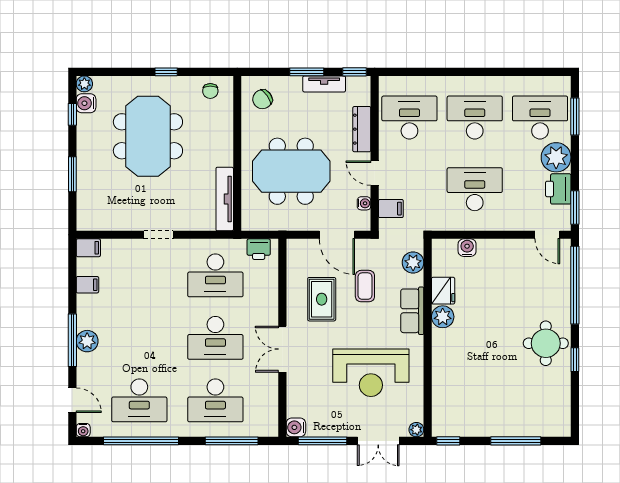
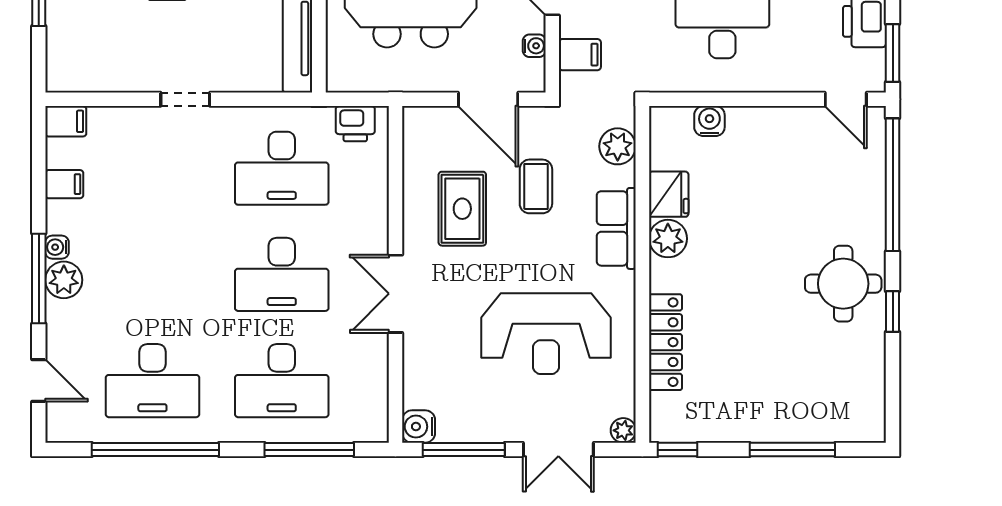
locker: (441, 378) -> (665, 342), added
water cooler: (83, 430) -> (57, 247), moved, turned 90

